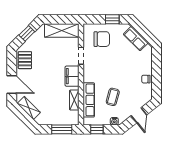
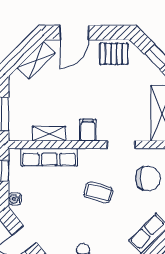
chair: (102, 39) -> (148, 178), turned -90
filing cabinet: (72, 76) -> (88, 130), width x0.50
coffee table: (113, 97) -> (98, 192), moved

